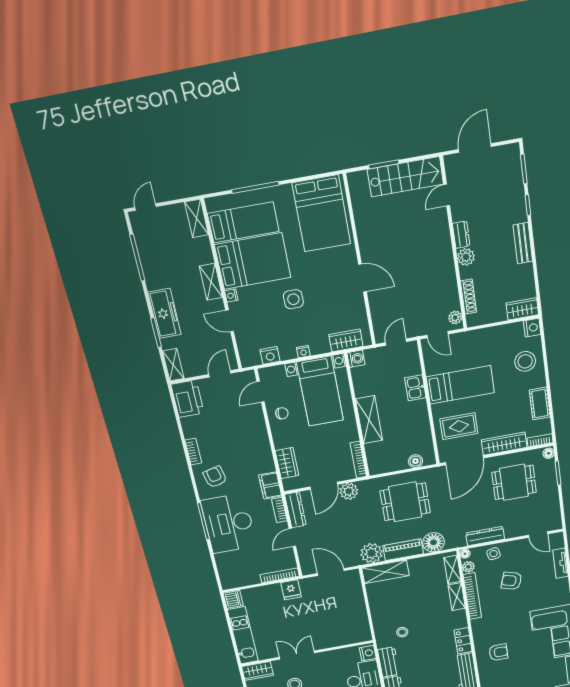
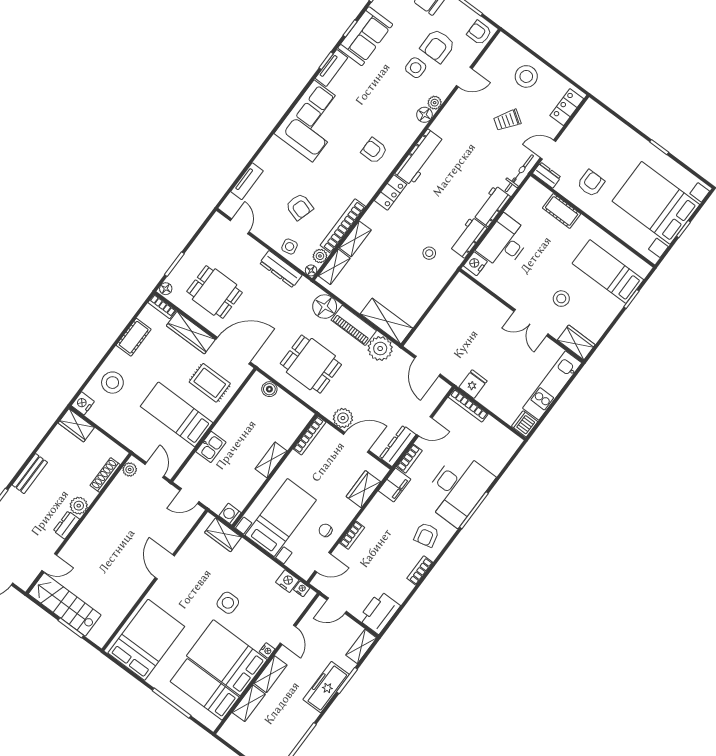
shelving: (197, 218) -> (249, 703), moved
nightstand: (303, 352) -> (302, 589), moved
shelving: (369, 420) -> (271, 460), width x0.67, depth x0.75
bookcase: (261, 428) -> (352, 535), added

